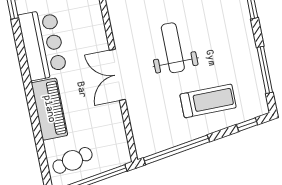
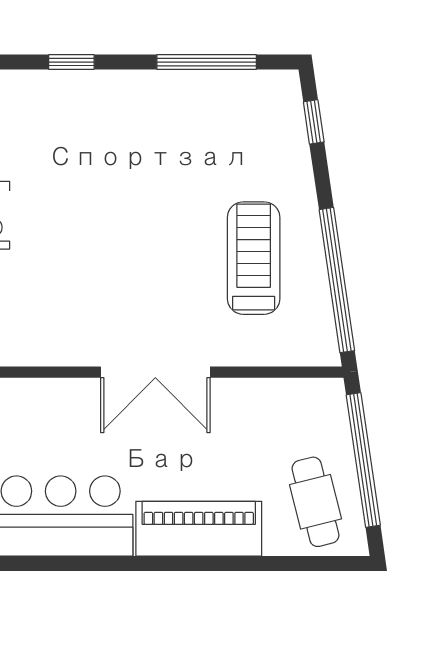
weight bench: (173, 48) -> (122, 245), removed
treadmill: (208, 101) -> (254, 258), moved

